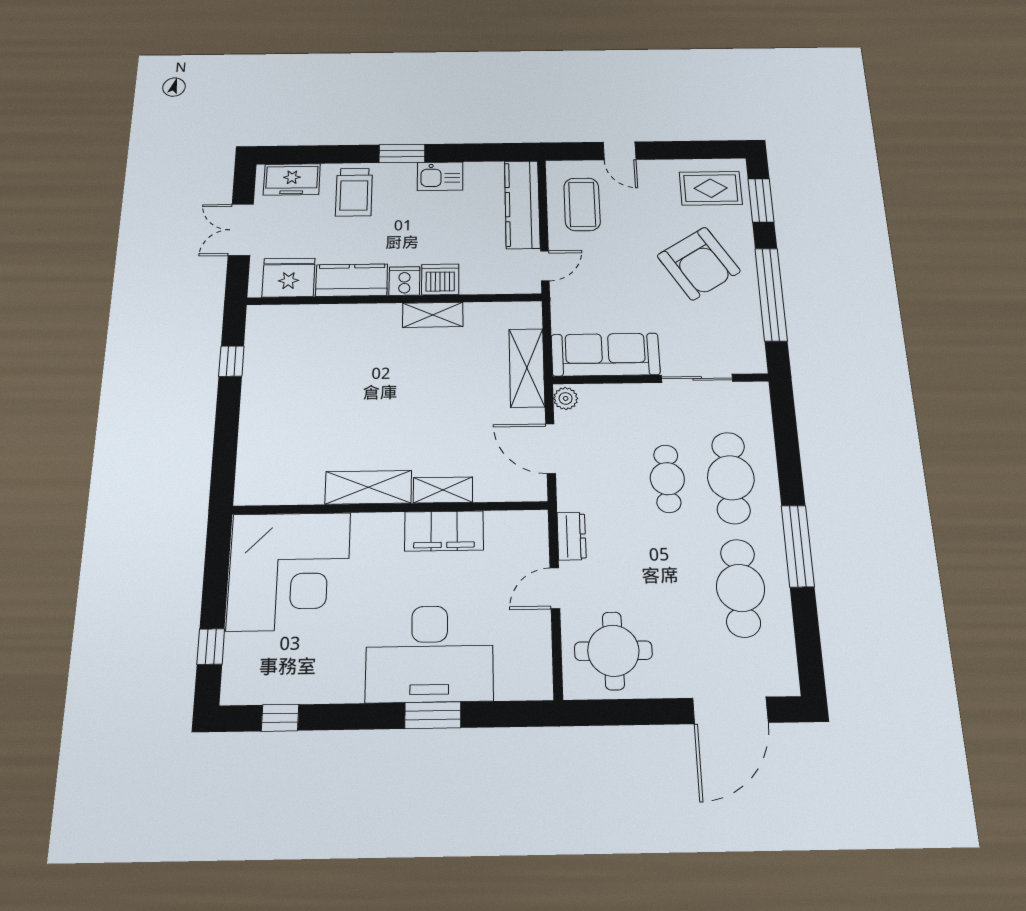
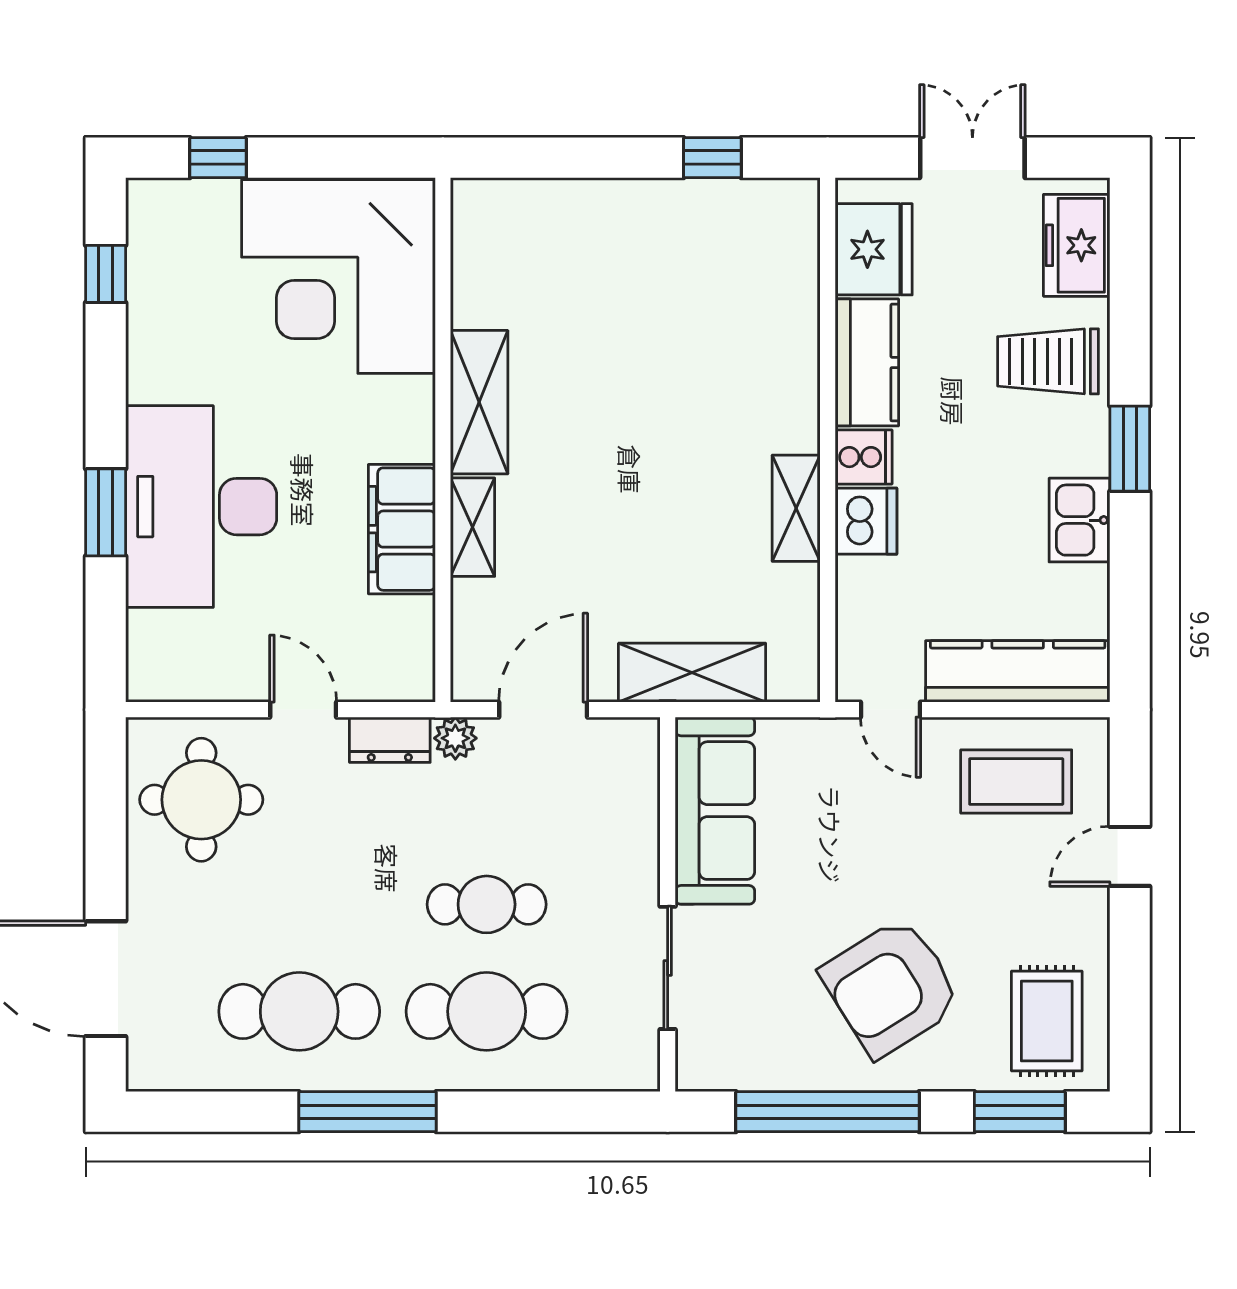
plant: (566, 398) -> (455, 738), moved

